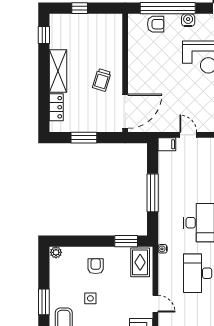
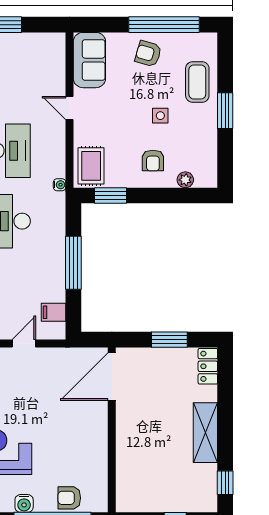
trolley: (102, 80) -> (144, 420), removed
locker: (56, 107) -> (208, 366), moved
door: (188, 135) -> (24, 343), swing flipped
filing cabinet: (167, 144) -> (54, 312), moved
plant: (56, 252) -> (185, 180), moved

